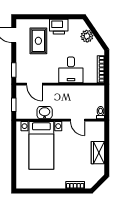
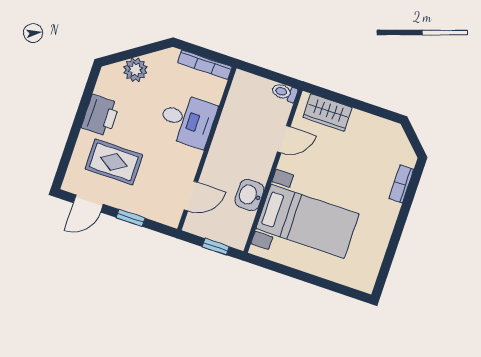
window: (14, 70) -> (131, 218), moved
wardrobe: (98, 153) -> (328, 112), moved

